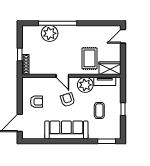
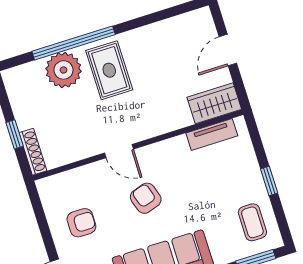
door: (123, 36) -> (228, 50), moved
rug: (90, 58) -> (109, 70), moved
plant: (85, 85) -> (173, 155), removed
coffee table: (99, 110) -> (252, 222), moved

